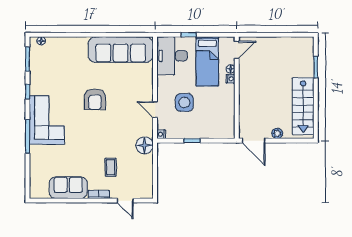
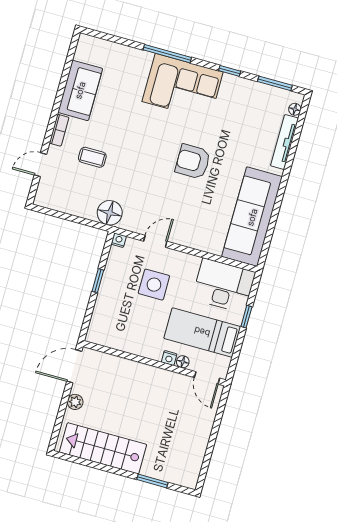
tv unit: (65, 42) -> (285, 142), added

